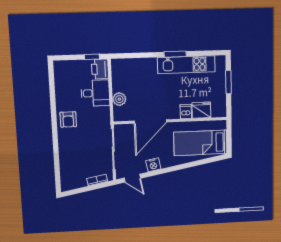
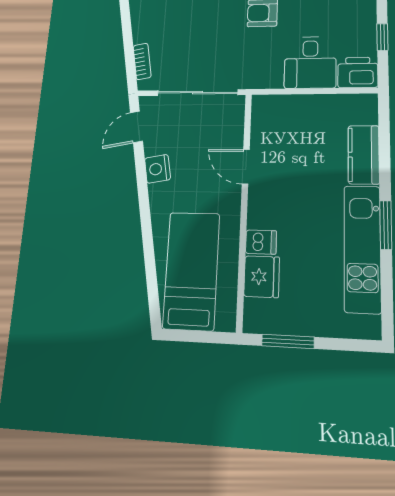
window: (92, 57) -> (382, 37), moved
kitchen counter: (142, 65) -> (364, 155), added
window: (228, 82) -> (288, 341), moved
plant: (119, 99) -> (296, 107), removed
door: (150, 122) -> (246, 167), width x0.53

